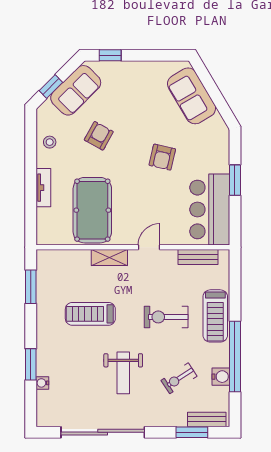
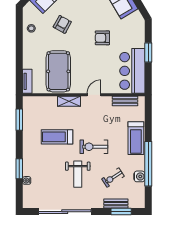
armchair: (162, 157) -> (102, 38), turned 77
tv unit: (43, 188) -> (27, 81), moved
exercise bike: (166, 317) -> (94, 147), moved
bench: (207, 419) -> (116, 204), moved

